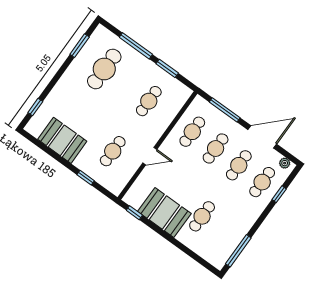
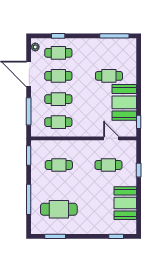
window: (167, 68) -> (29, 155), moved
door: (150, 156) -> (111, 138), moved

